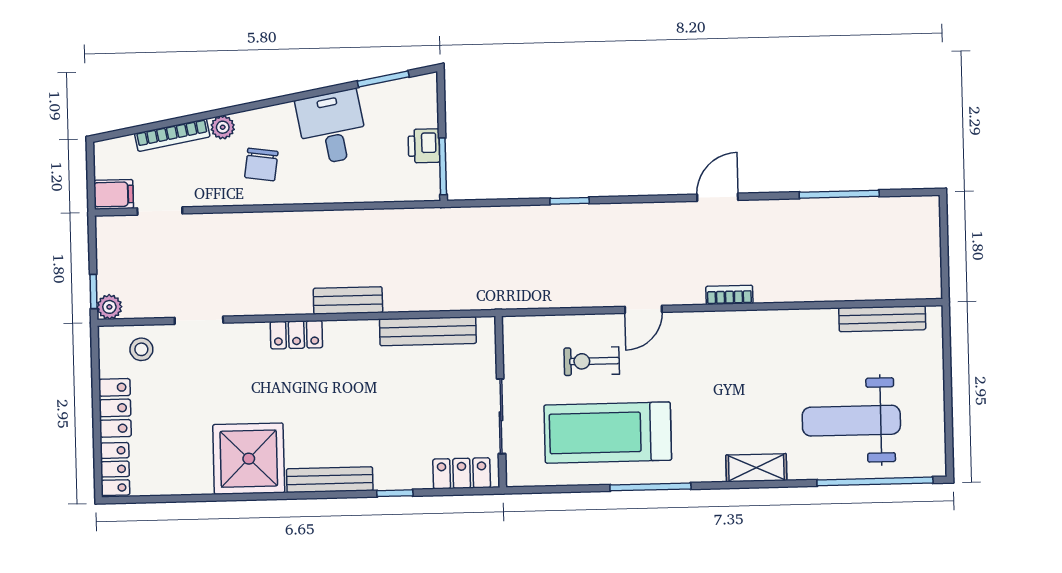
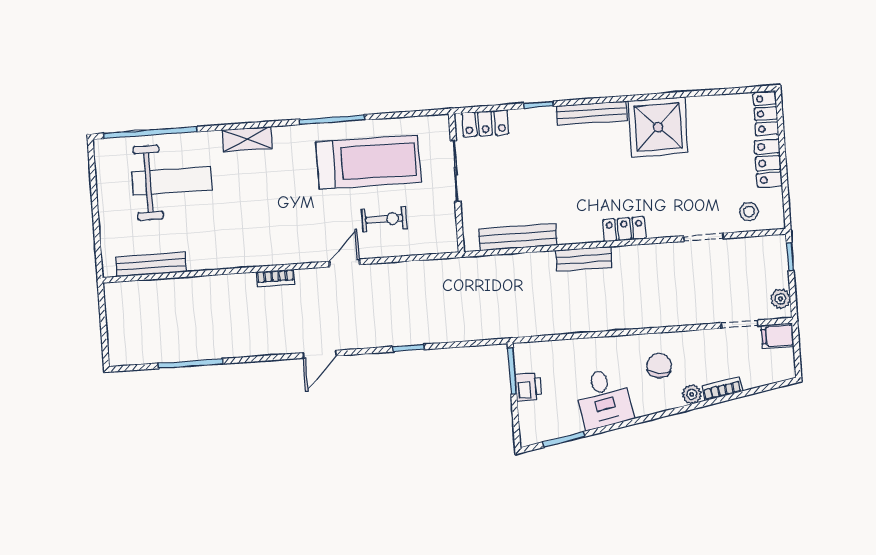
bookcase: (172, 135) -> (722, 389), width x0.64
door: (718, 197) -> (320, 354), moved
plant: (109, 307) -> (780, 299), moved

